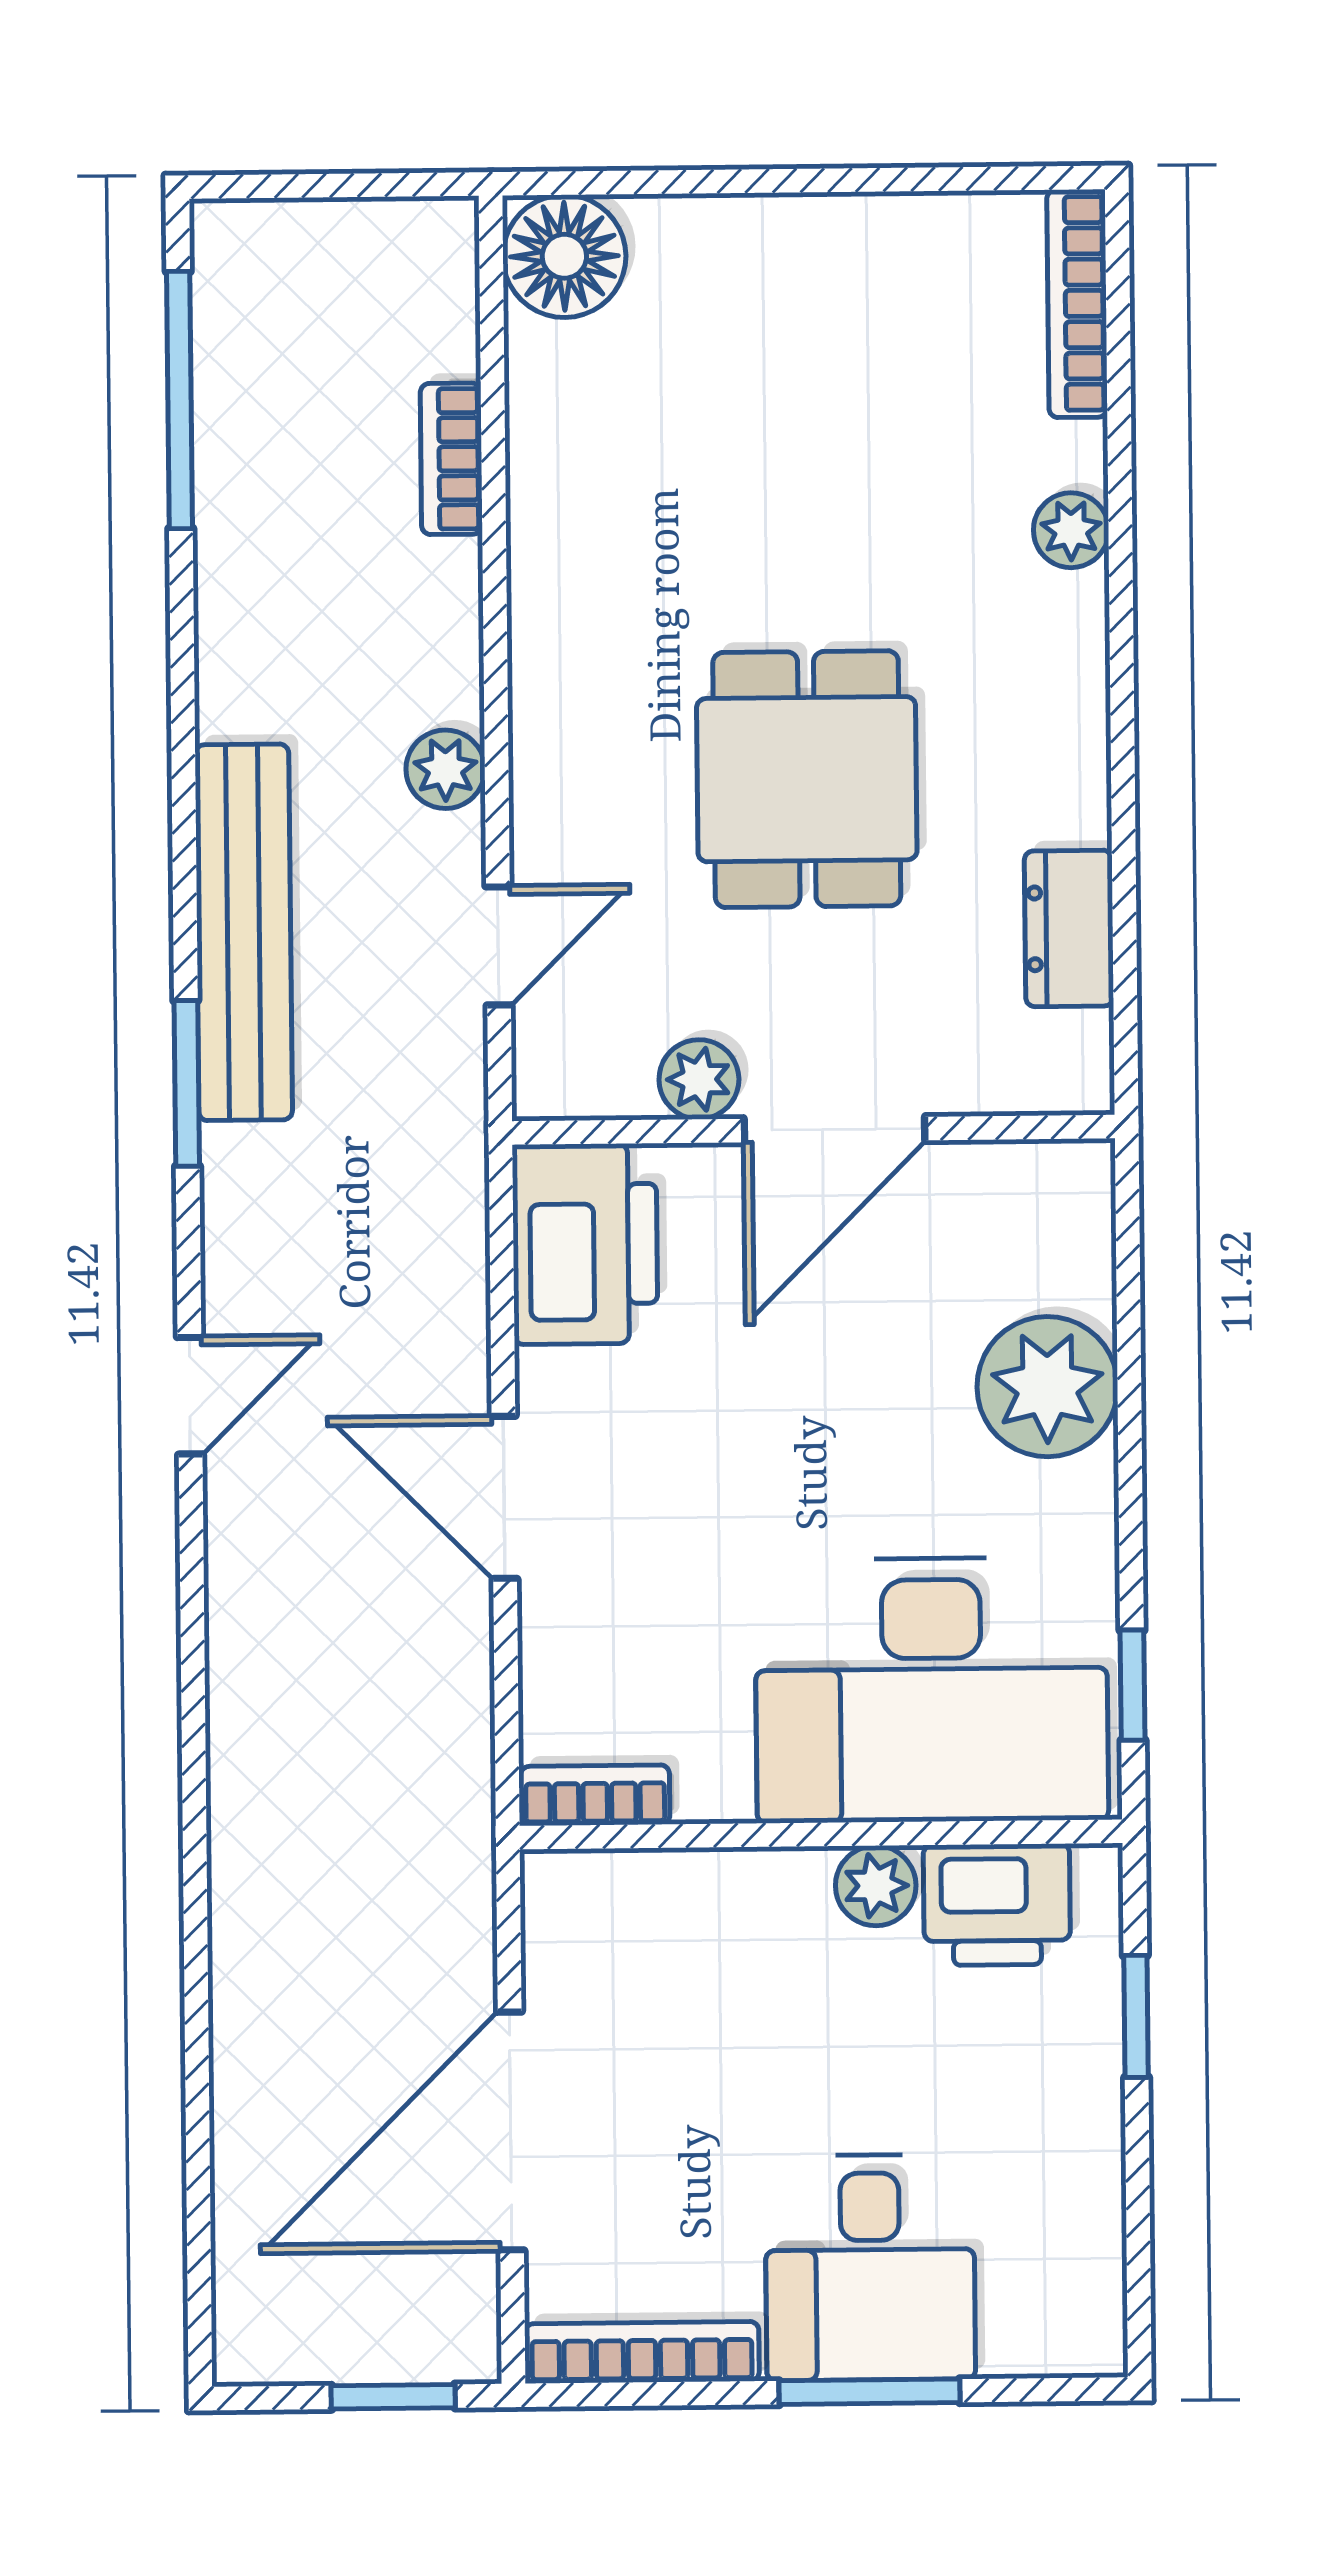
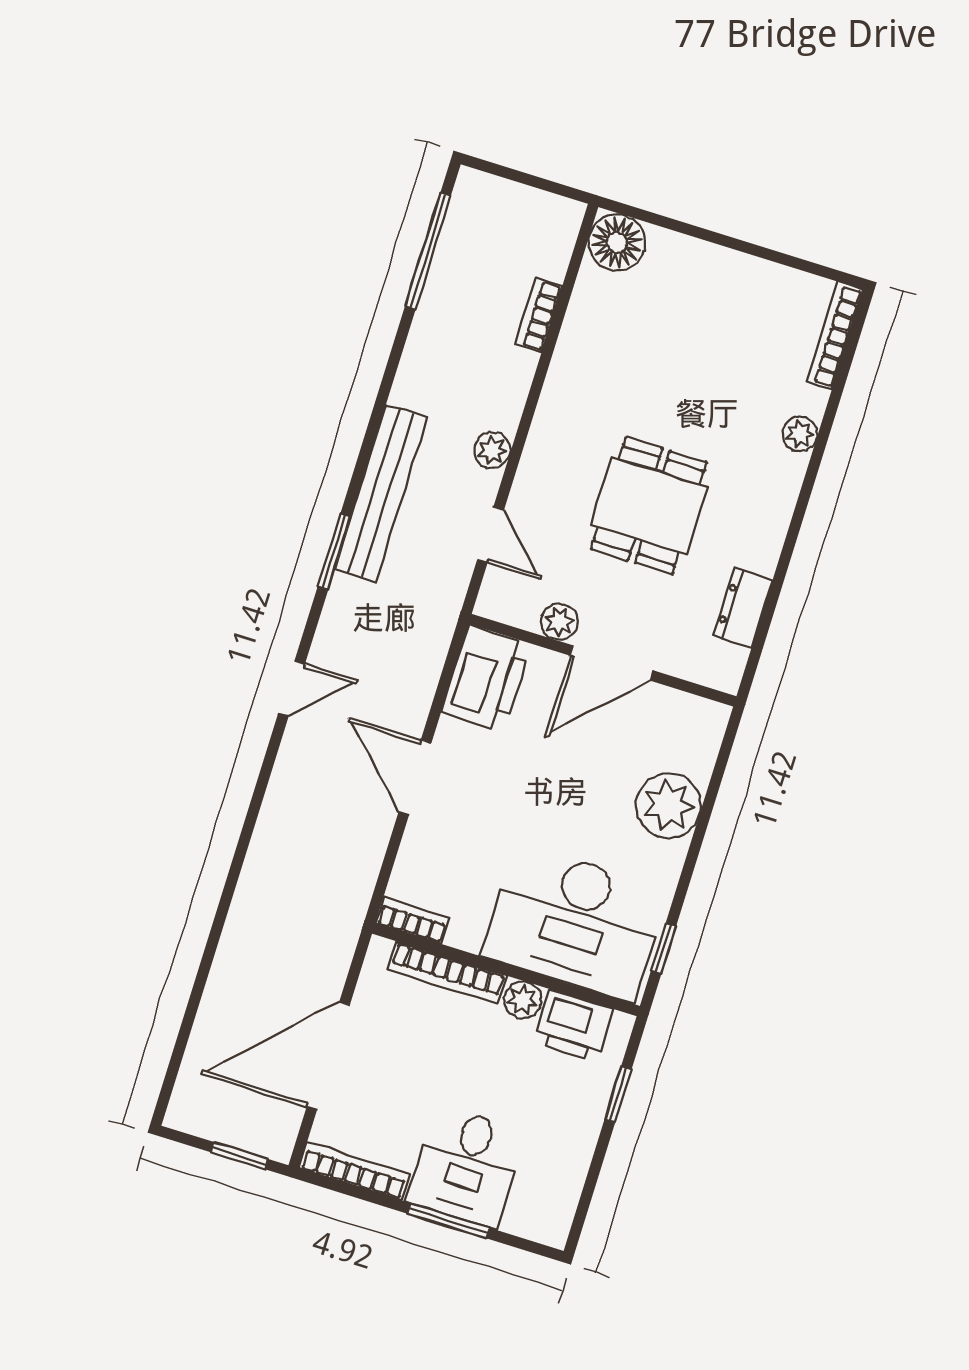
door: (498, 946) -> (490, 535), hinge flipped
bookcase: (701, 1880) -> (447, 973), added

